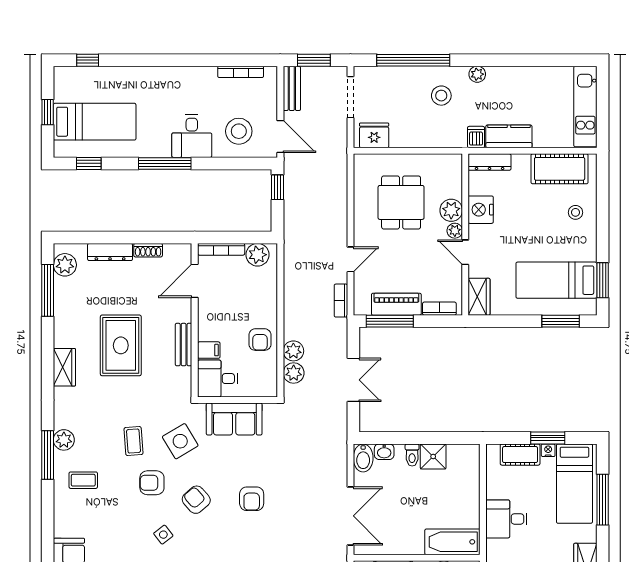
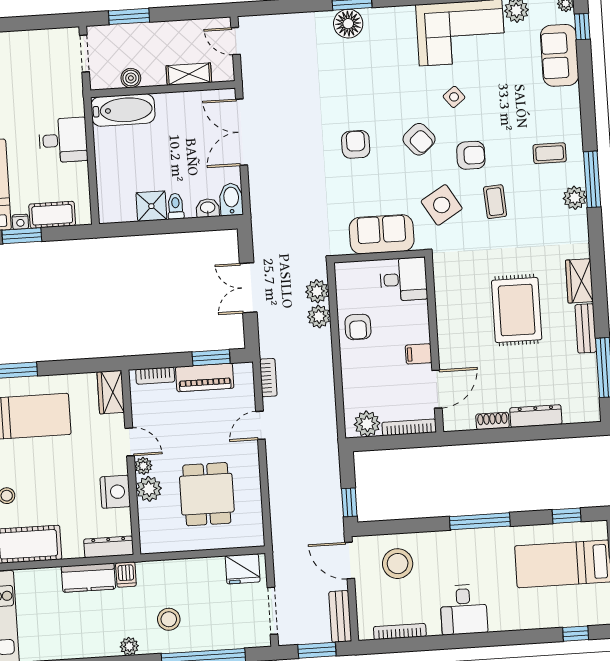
desk: (192, 136) -> (464, 610), moved, turned 180
plant: (65, 265) -> (586, 398), removed
window: (390, 321) -> (211, 358), width x0.69
armchair: (260, 340) -> (358, 327), turned 180
bench: (184, 345) -> (586, 328), moved
filing cabinet: (209, 350) -> (419, 354), moved

